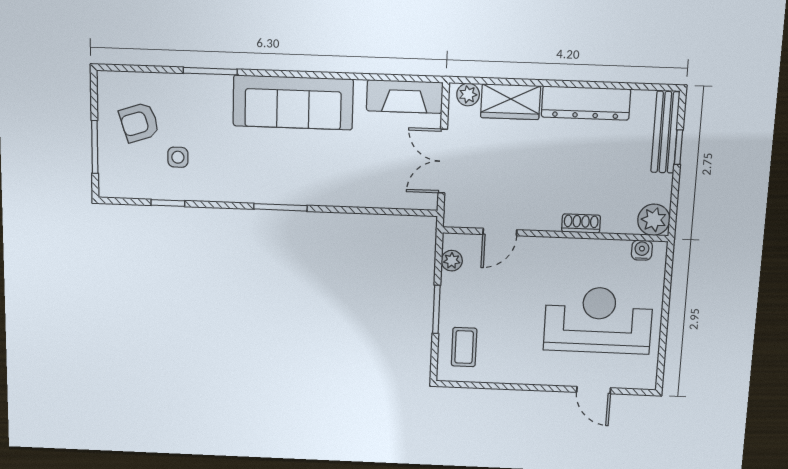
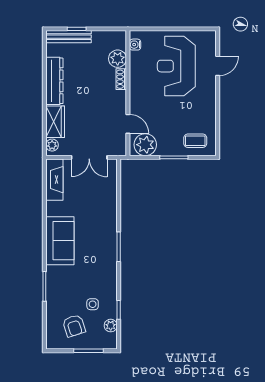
sofa: (293, 103) -> (60, 241), width x0.73
plant: (140, 188) -> (111, 326), added
plant: (654, 220) -> (118, 59), moved
plant: (452, 261) -> (145, 145), width x1.88, depth x1.88

